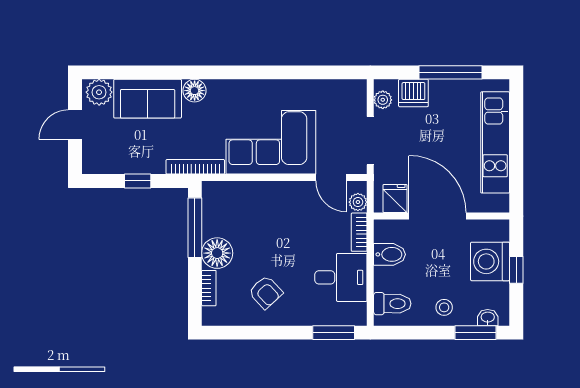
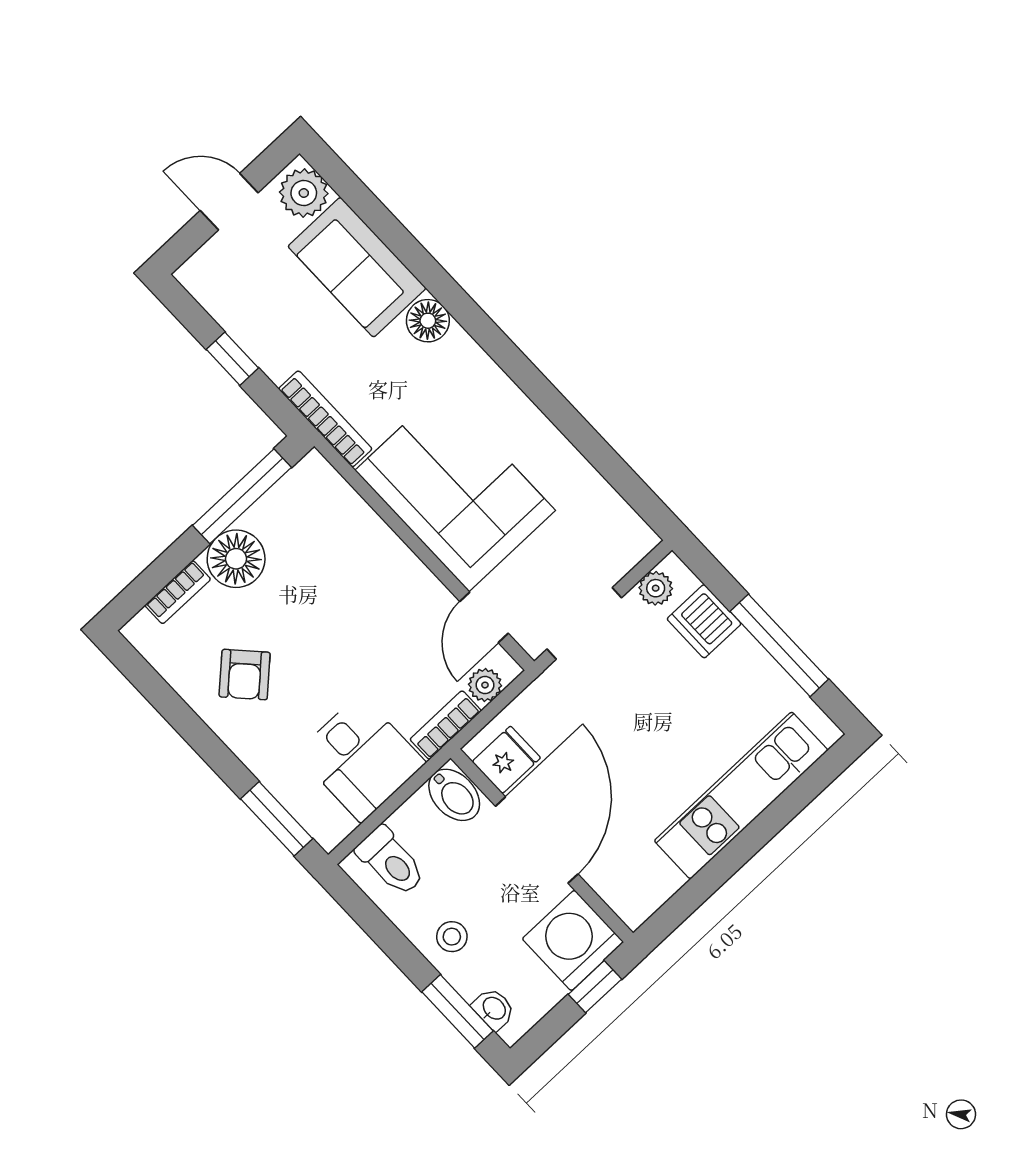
fridge: (395, 198) -> (506, 760), moved
door: (438, 216) -> (537, 840), moved
wall: (442, 216) -> (542, 845), moved

